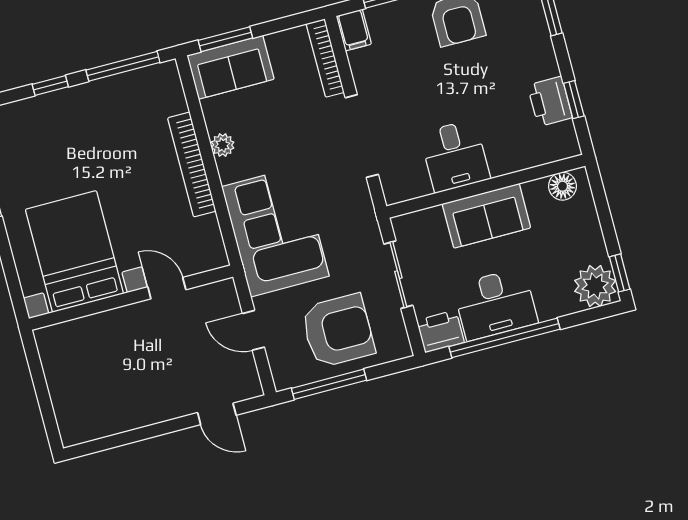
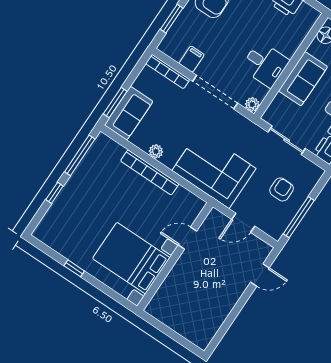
filing cabinet: (354, 30) -> (192, 59), moved, turned -90
plant: (395, 192) -> (252, 104), added
armchair: (338, 331) -> (282, 189), width x0.53, depth x0.53

